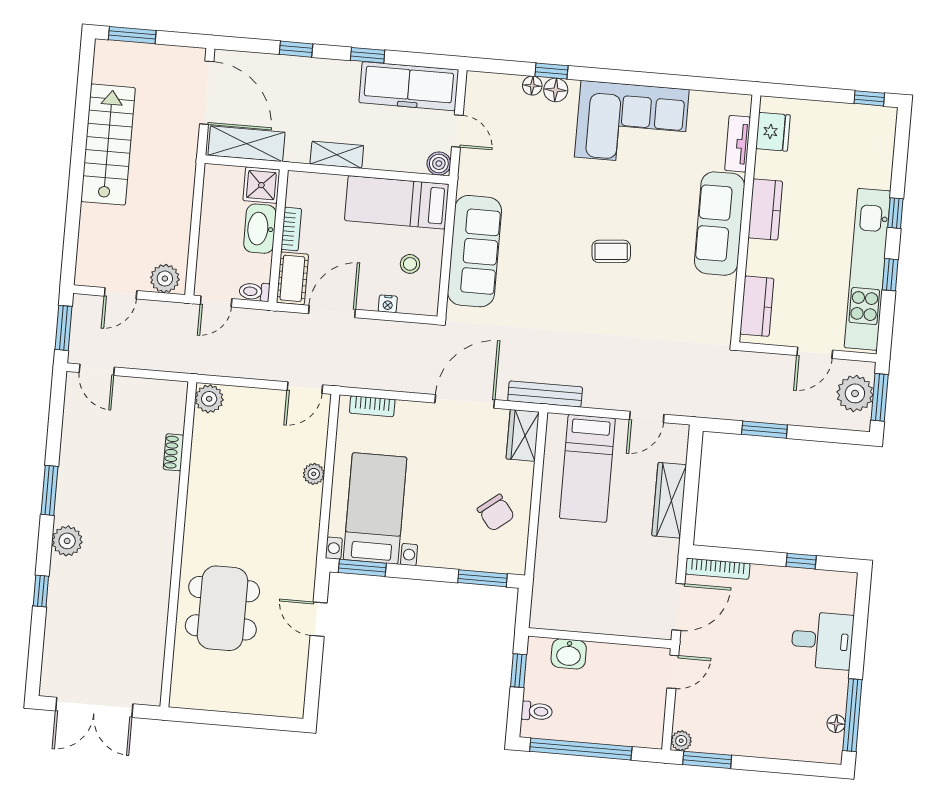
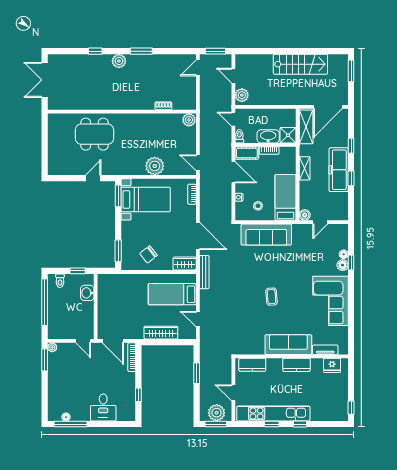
freezer: (409, 86) -> (339, 170), moved
plant: (314, 474) -> (155, 166), width x1.87, depth x1.87

